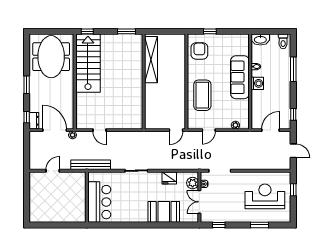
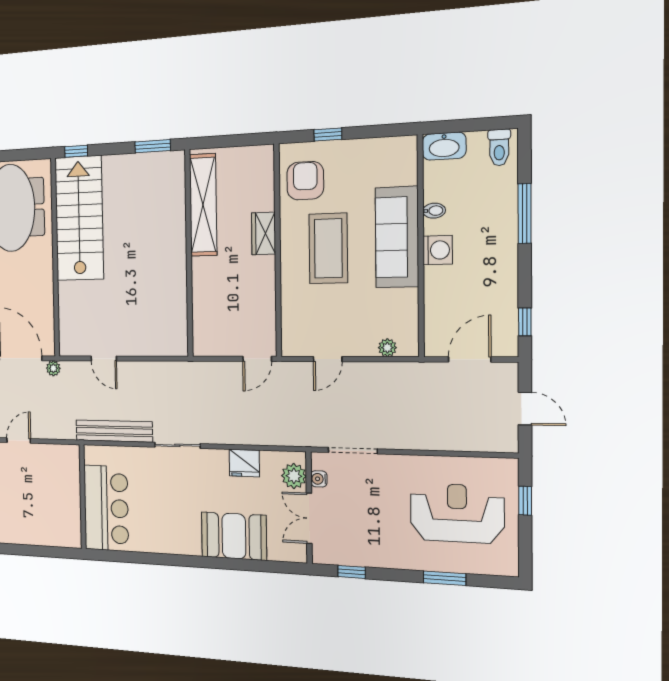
wardrobe: (180, 74) -> (264, 233), added
coffee table: (202, 95) -> (328, 248), moved
bench: (91, 165) -> (114, 431), moved

